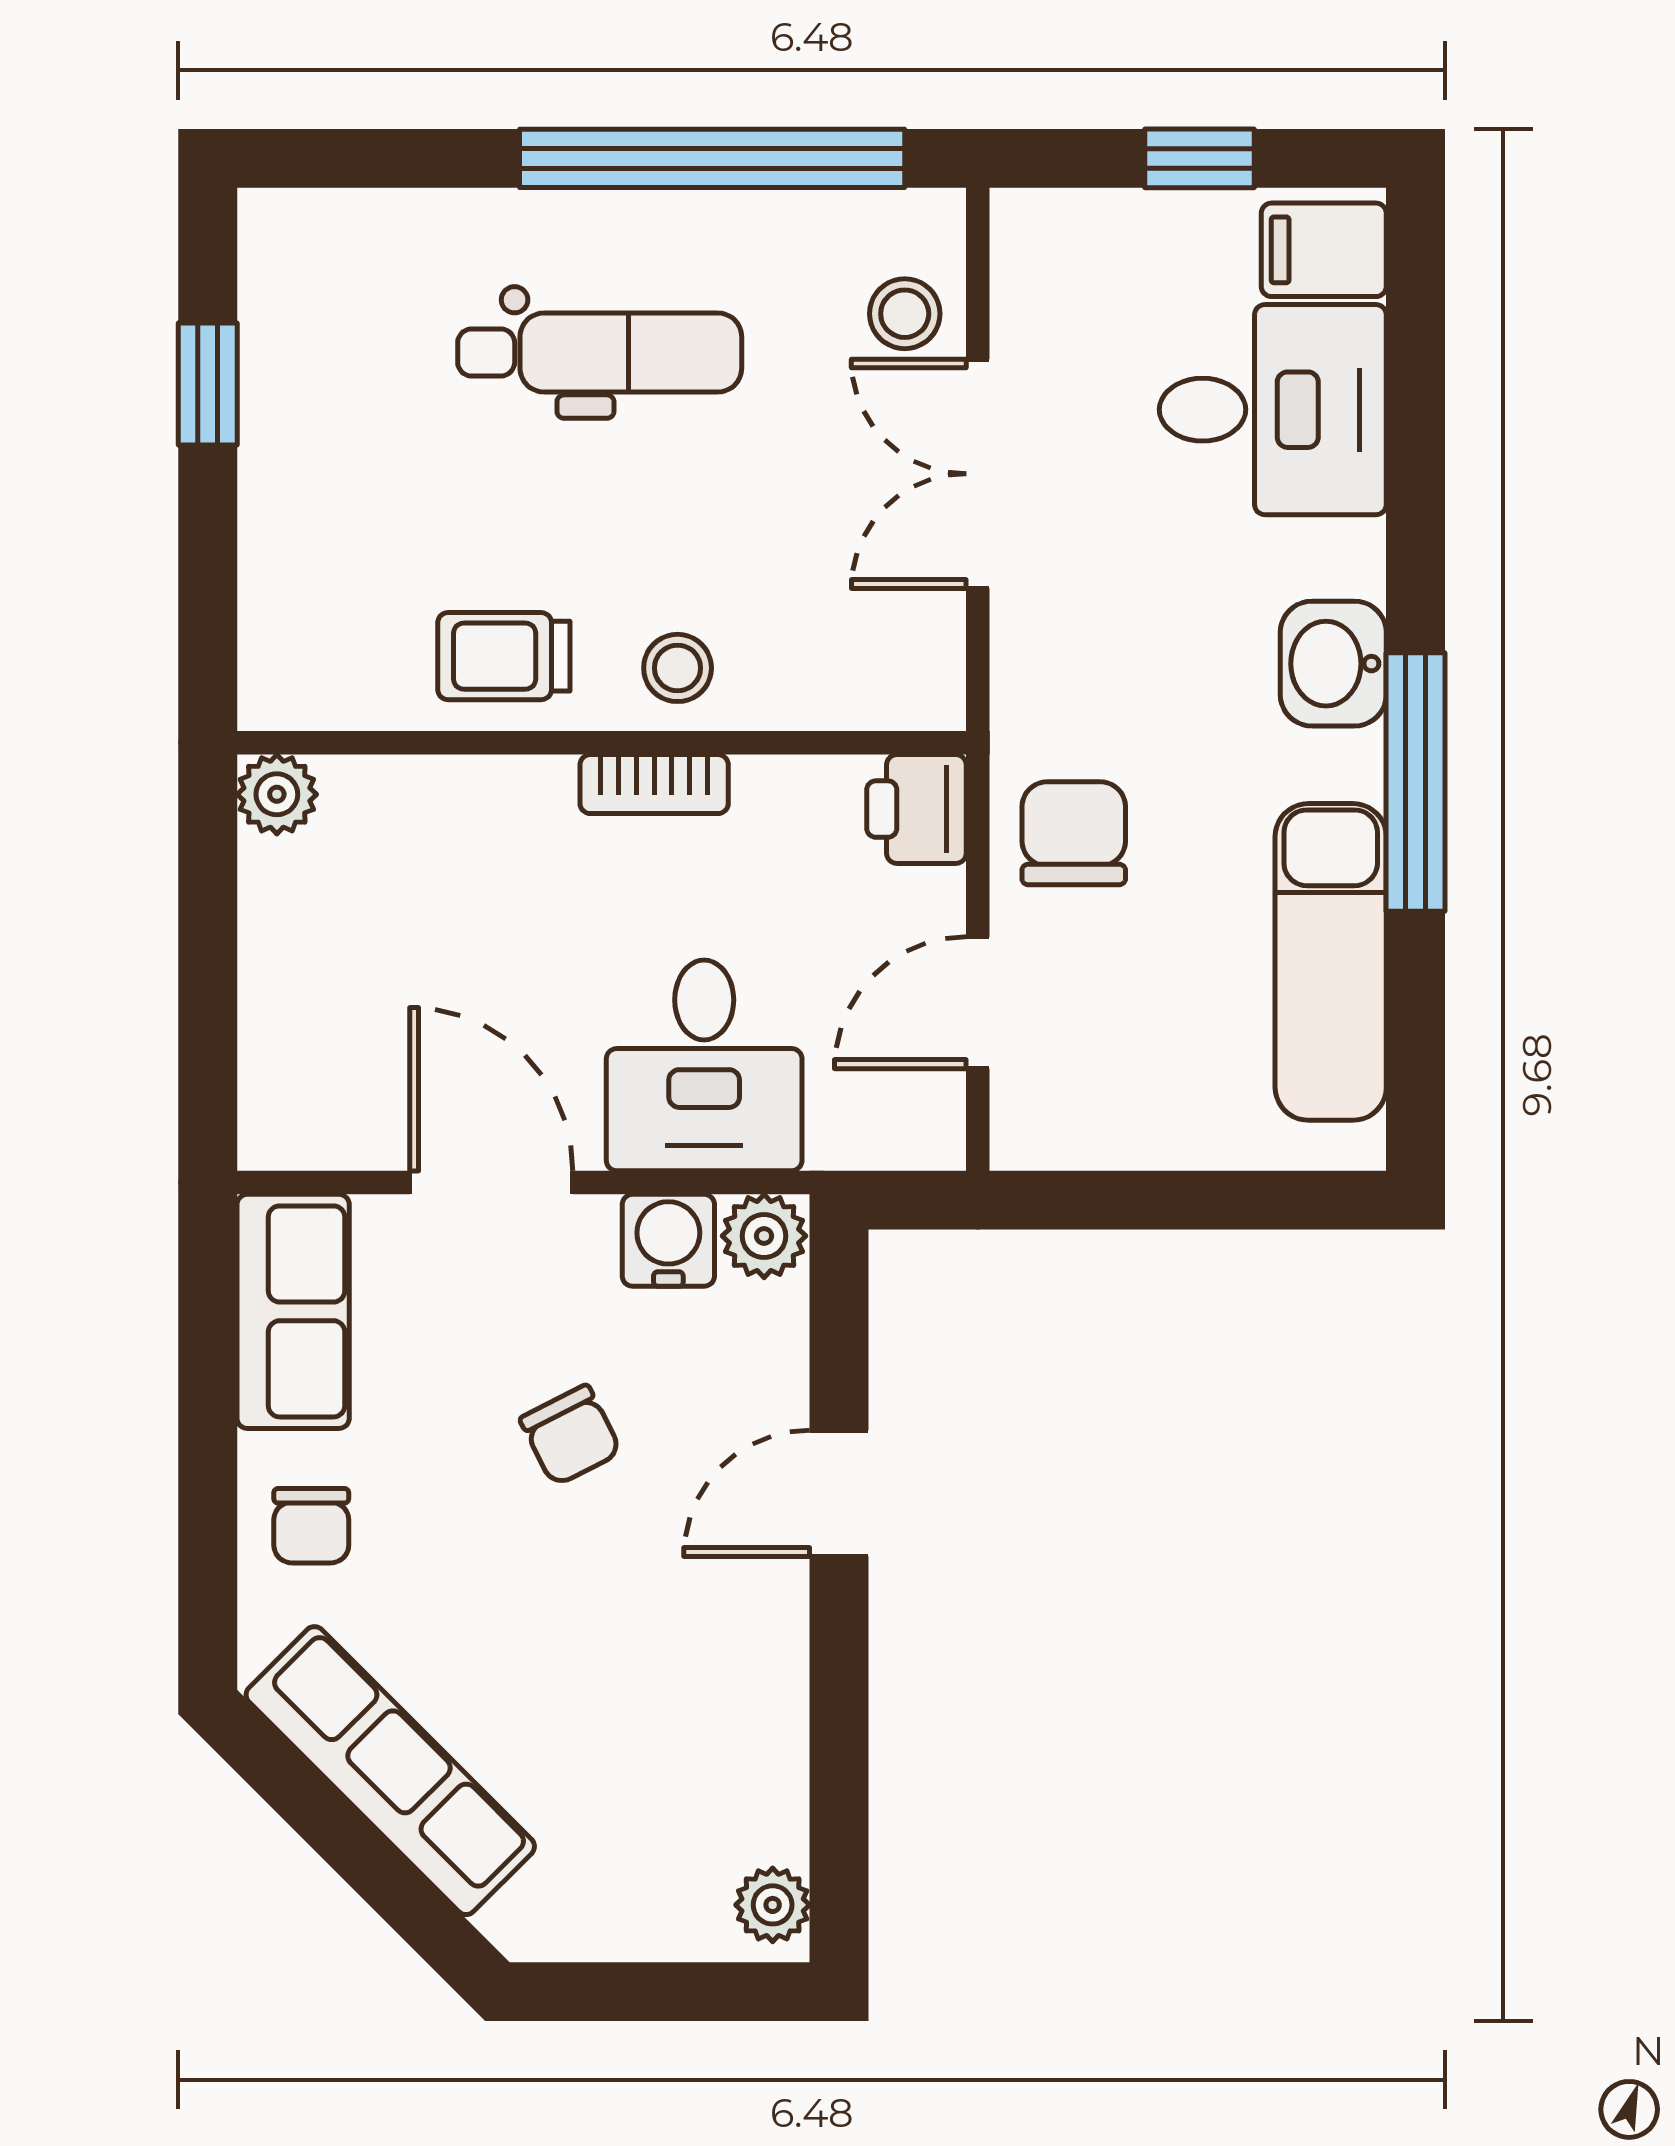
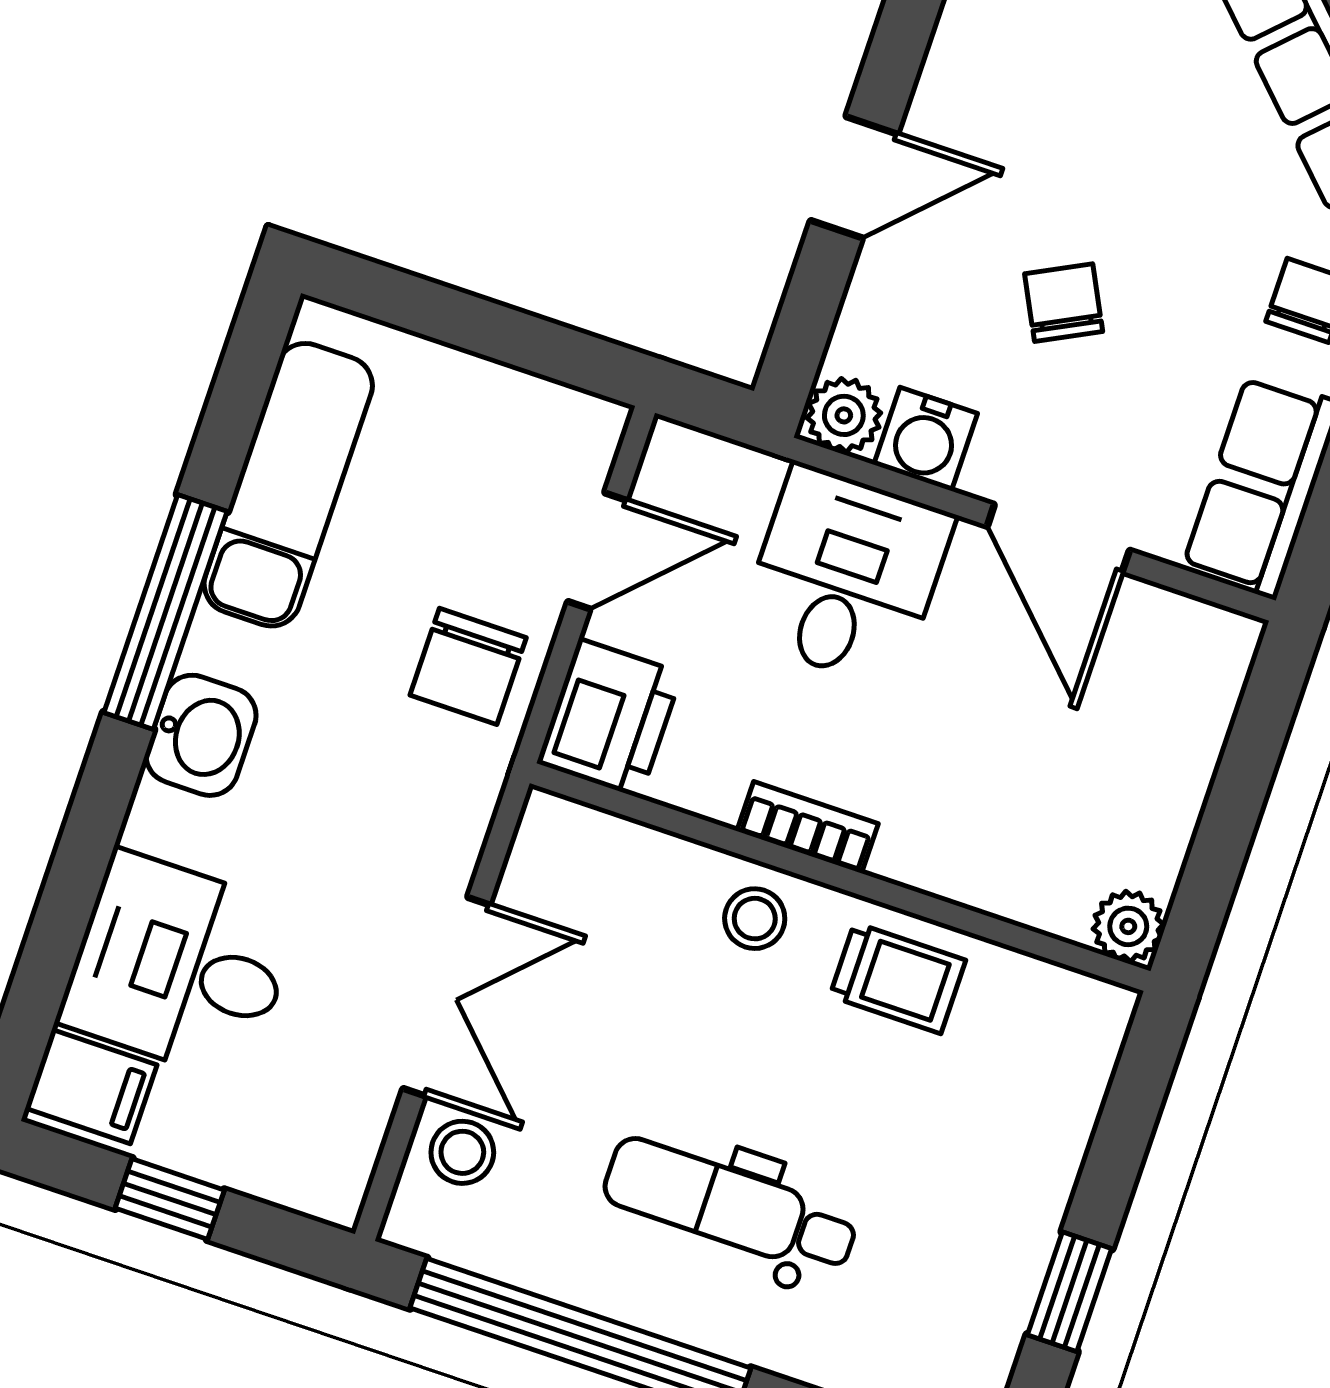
printer: (916, 809) -> (609, 718), width x1.36, depth x1.24

